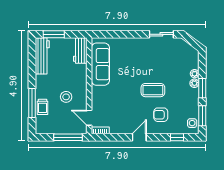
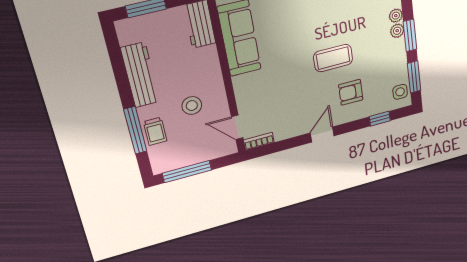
workbench: (42, 56) -> (140, 75), moved
window: (68, 137) -> (187, 172), moved

